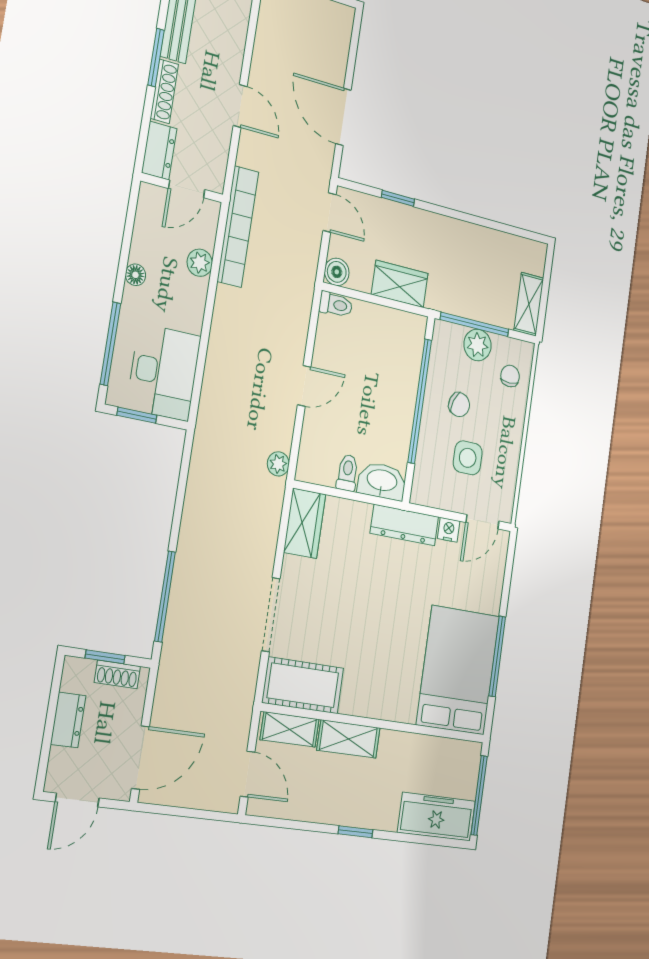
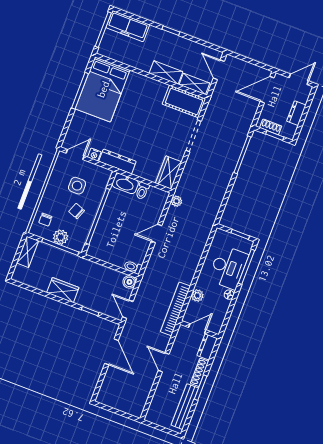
wardrobe: (400, 284) -> (63, 290), moved, turned 180
desk: (164, 372) -> (228, 267), moved, turned 180

